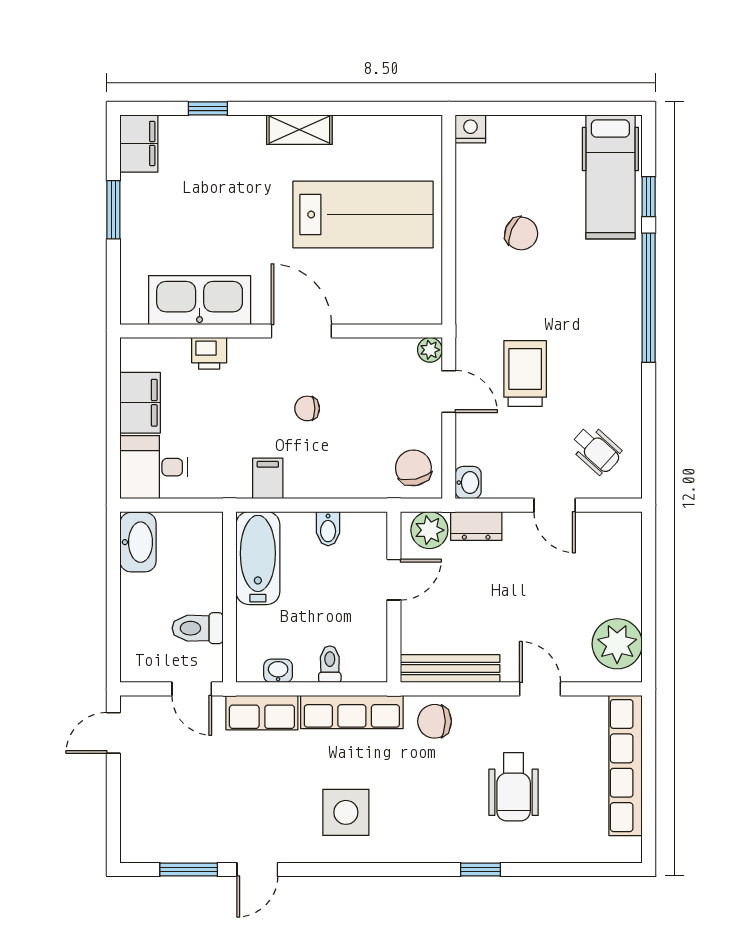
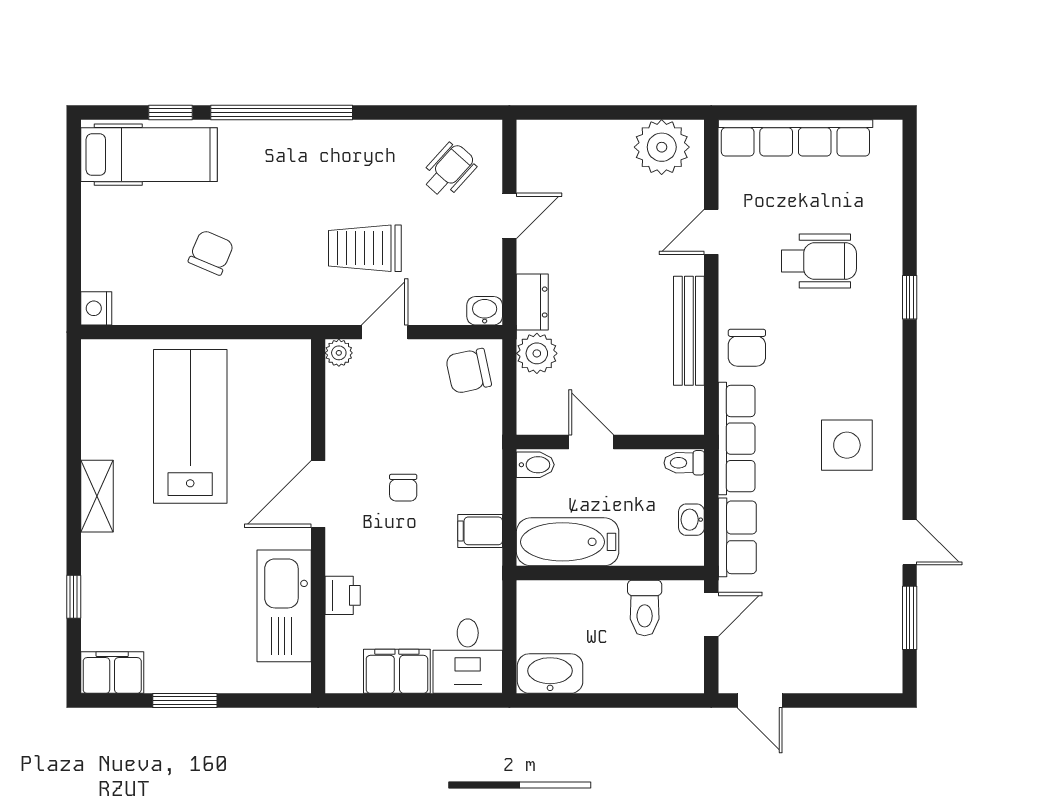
door: (394, 580) -> (591, 442), moved
wall: (394, 597) -> (610, 442), moved

